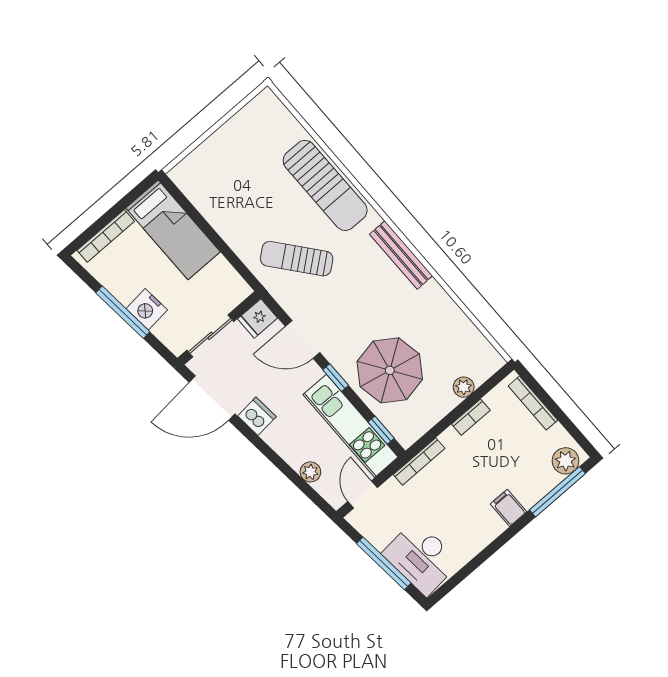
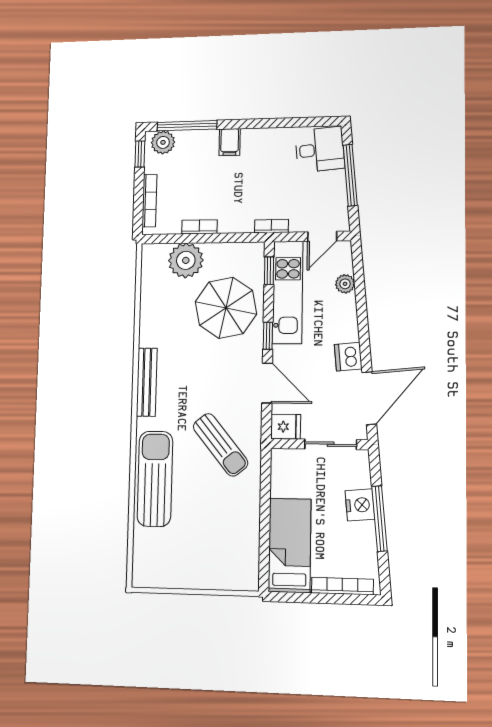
plant: (464, 387) -> (186, 260), width x1.87, depth x1.87
door: (212, 398) -> (369, 398), hinge flipped
window: (577, 435) -> (140, 154), added
bookcase: (419, 461) -> (272, 226), width x0.64
desk: (421, 558) -> (320, 150), width x0.73

